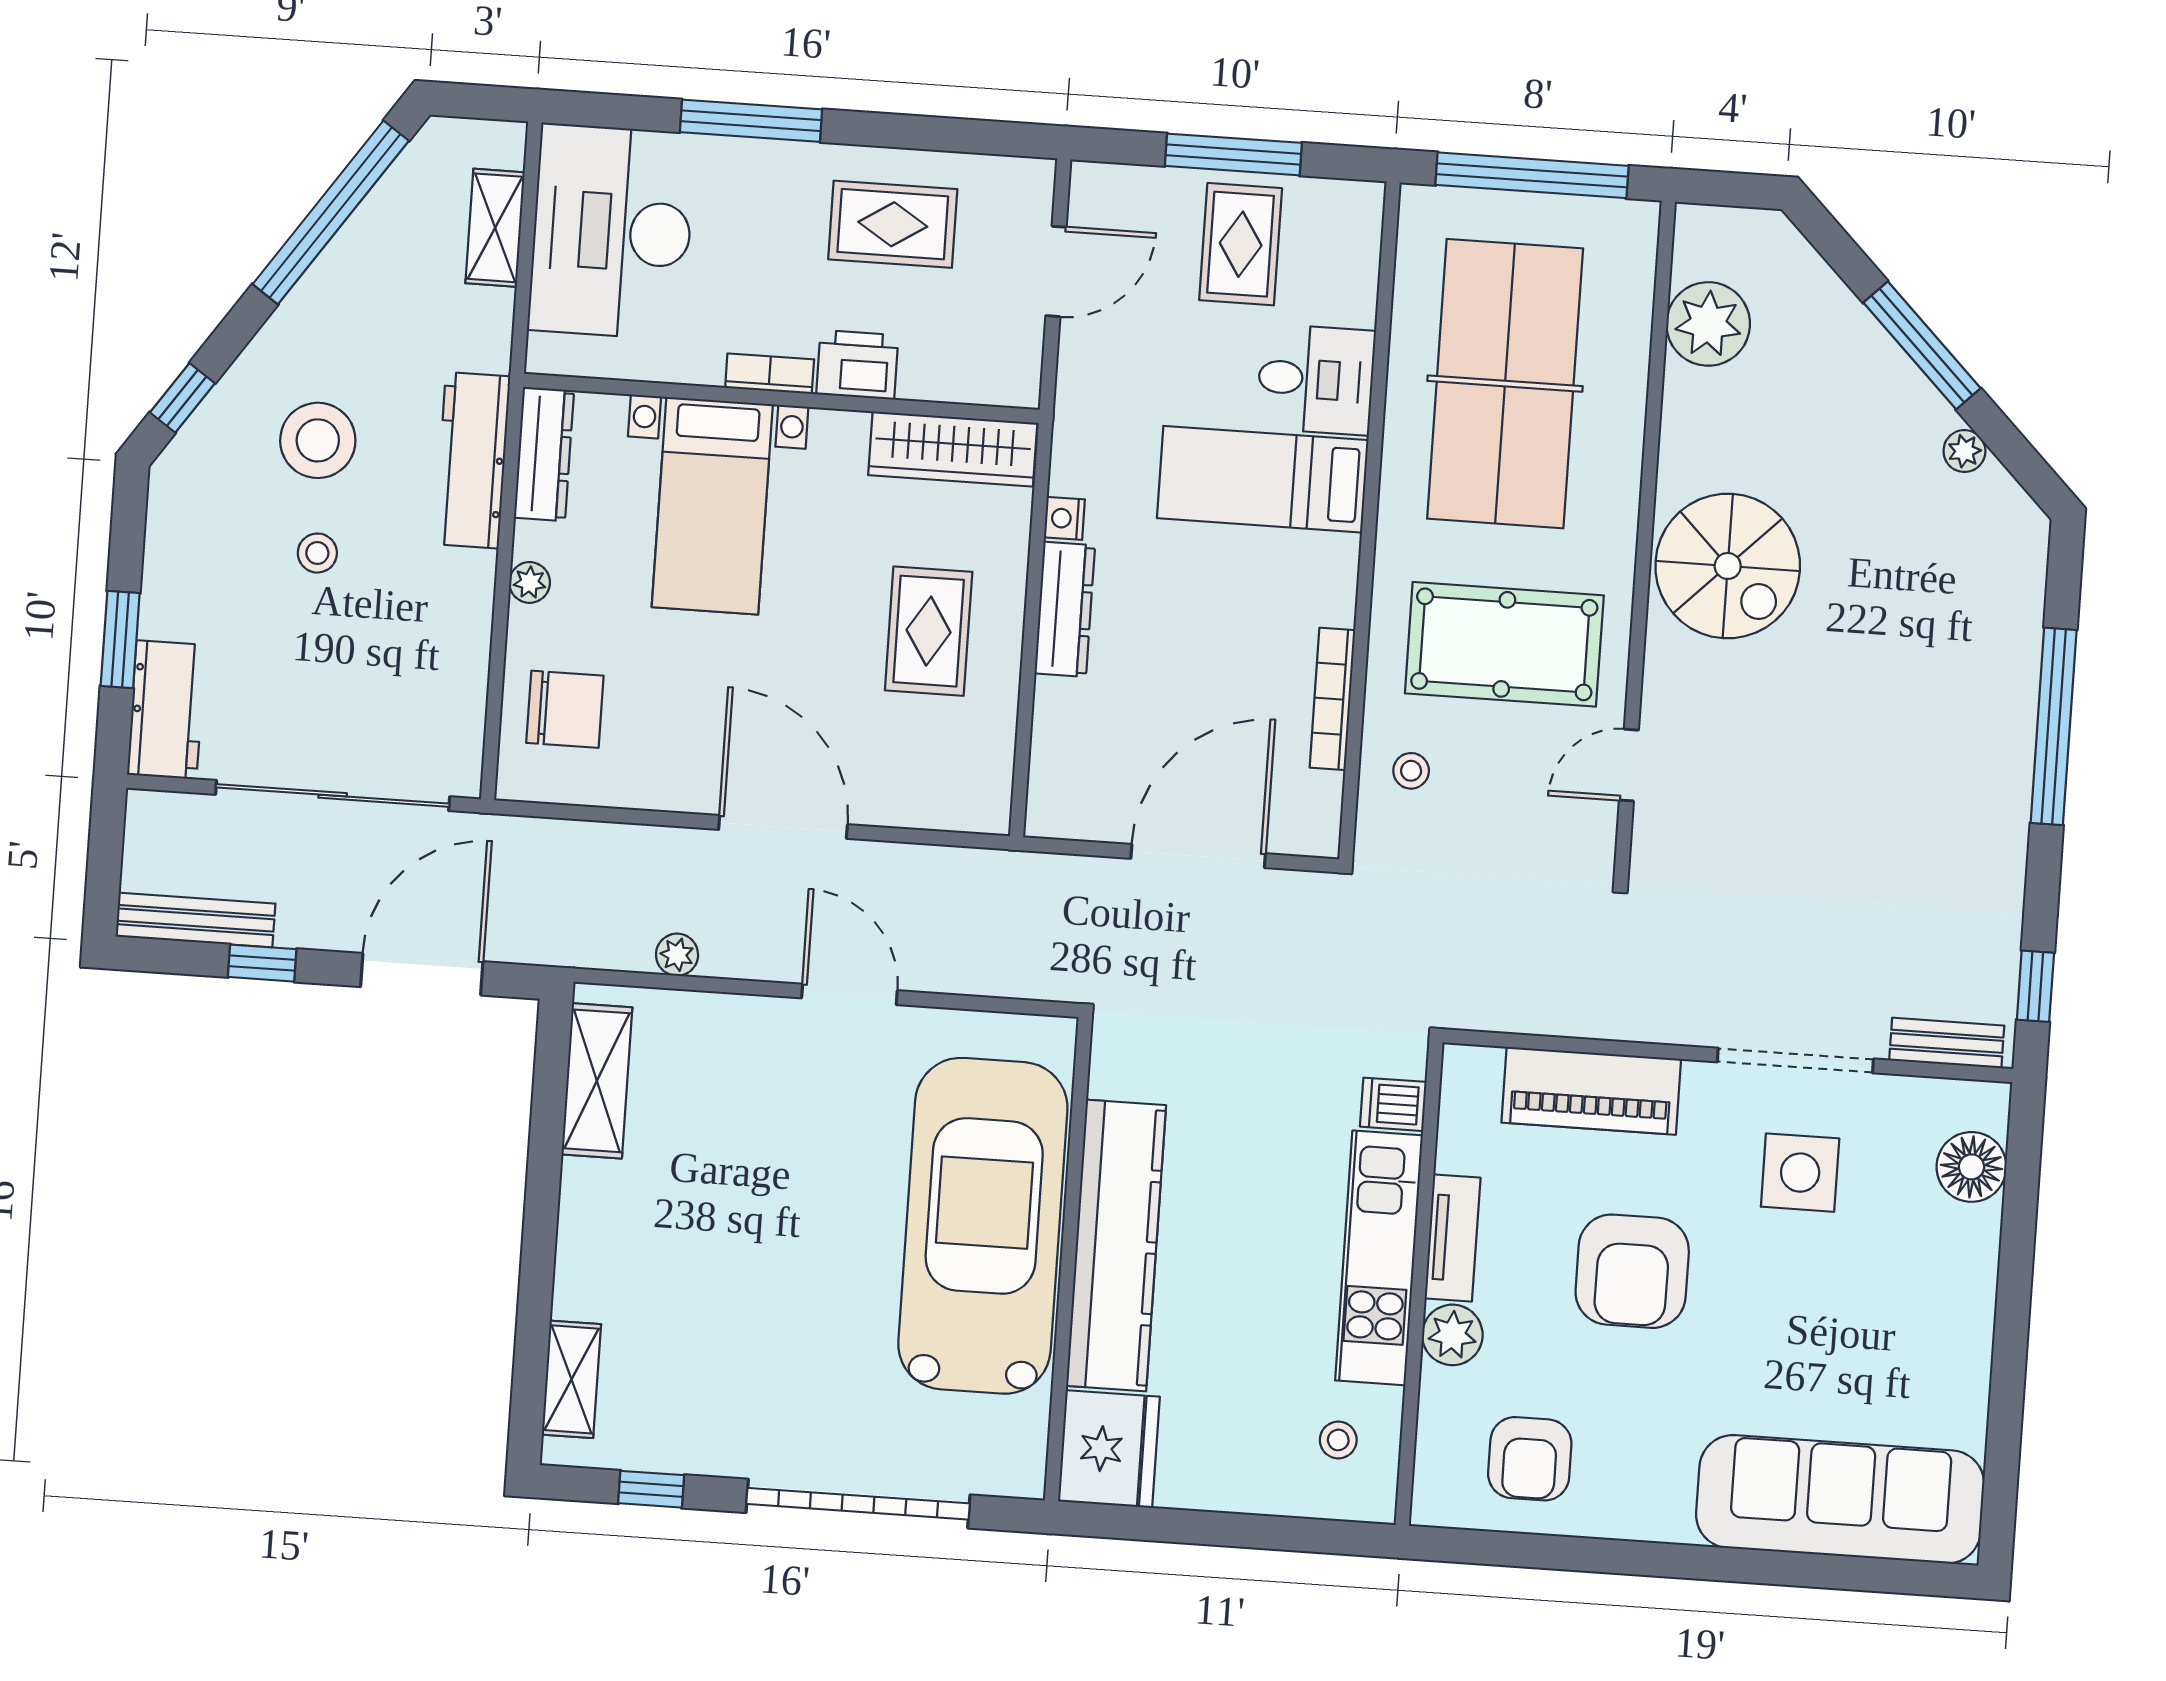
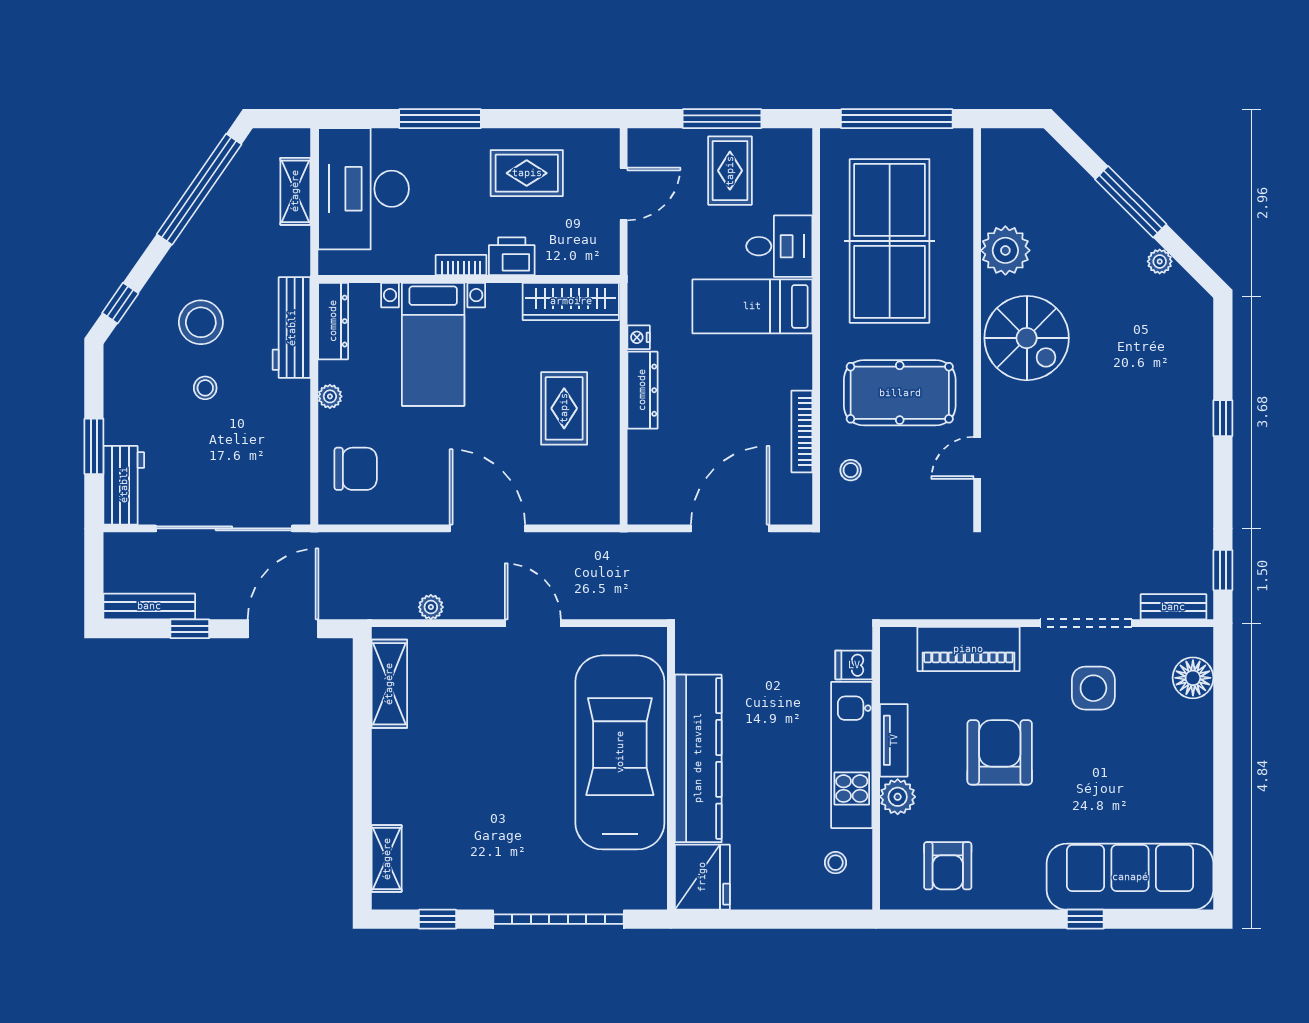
plant: (1708, 324) -> (1005, 250), moved
window: (2054, 726) -> (1223, 418), width x0.32
armchair: (1632, 1271) -> (1000, 752), turned 180
window: (1758, 1567) -> (1085, 919), added

